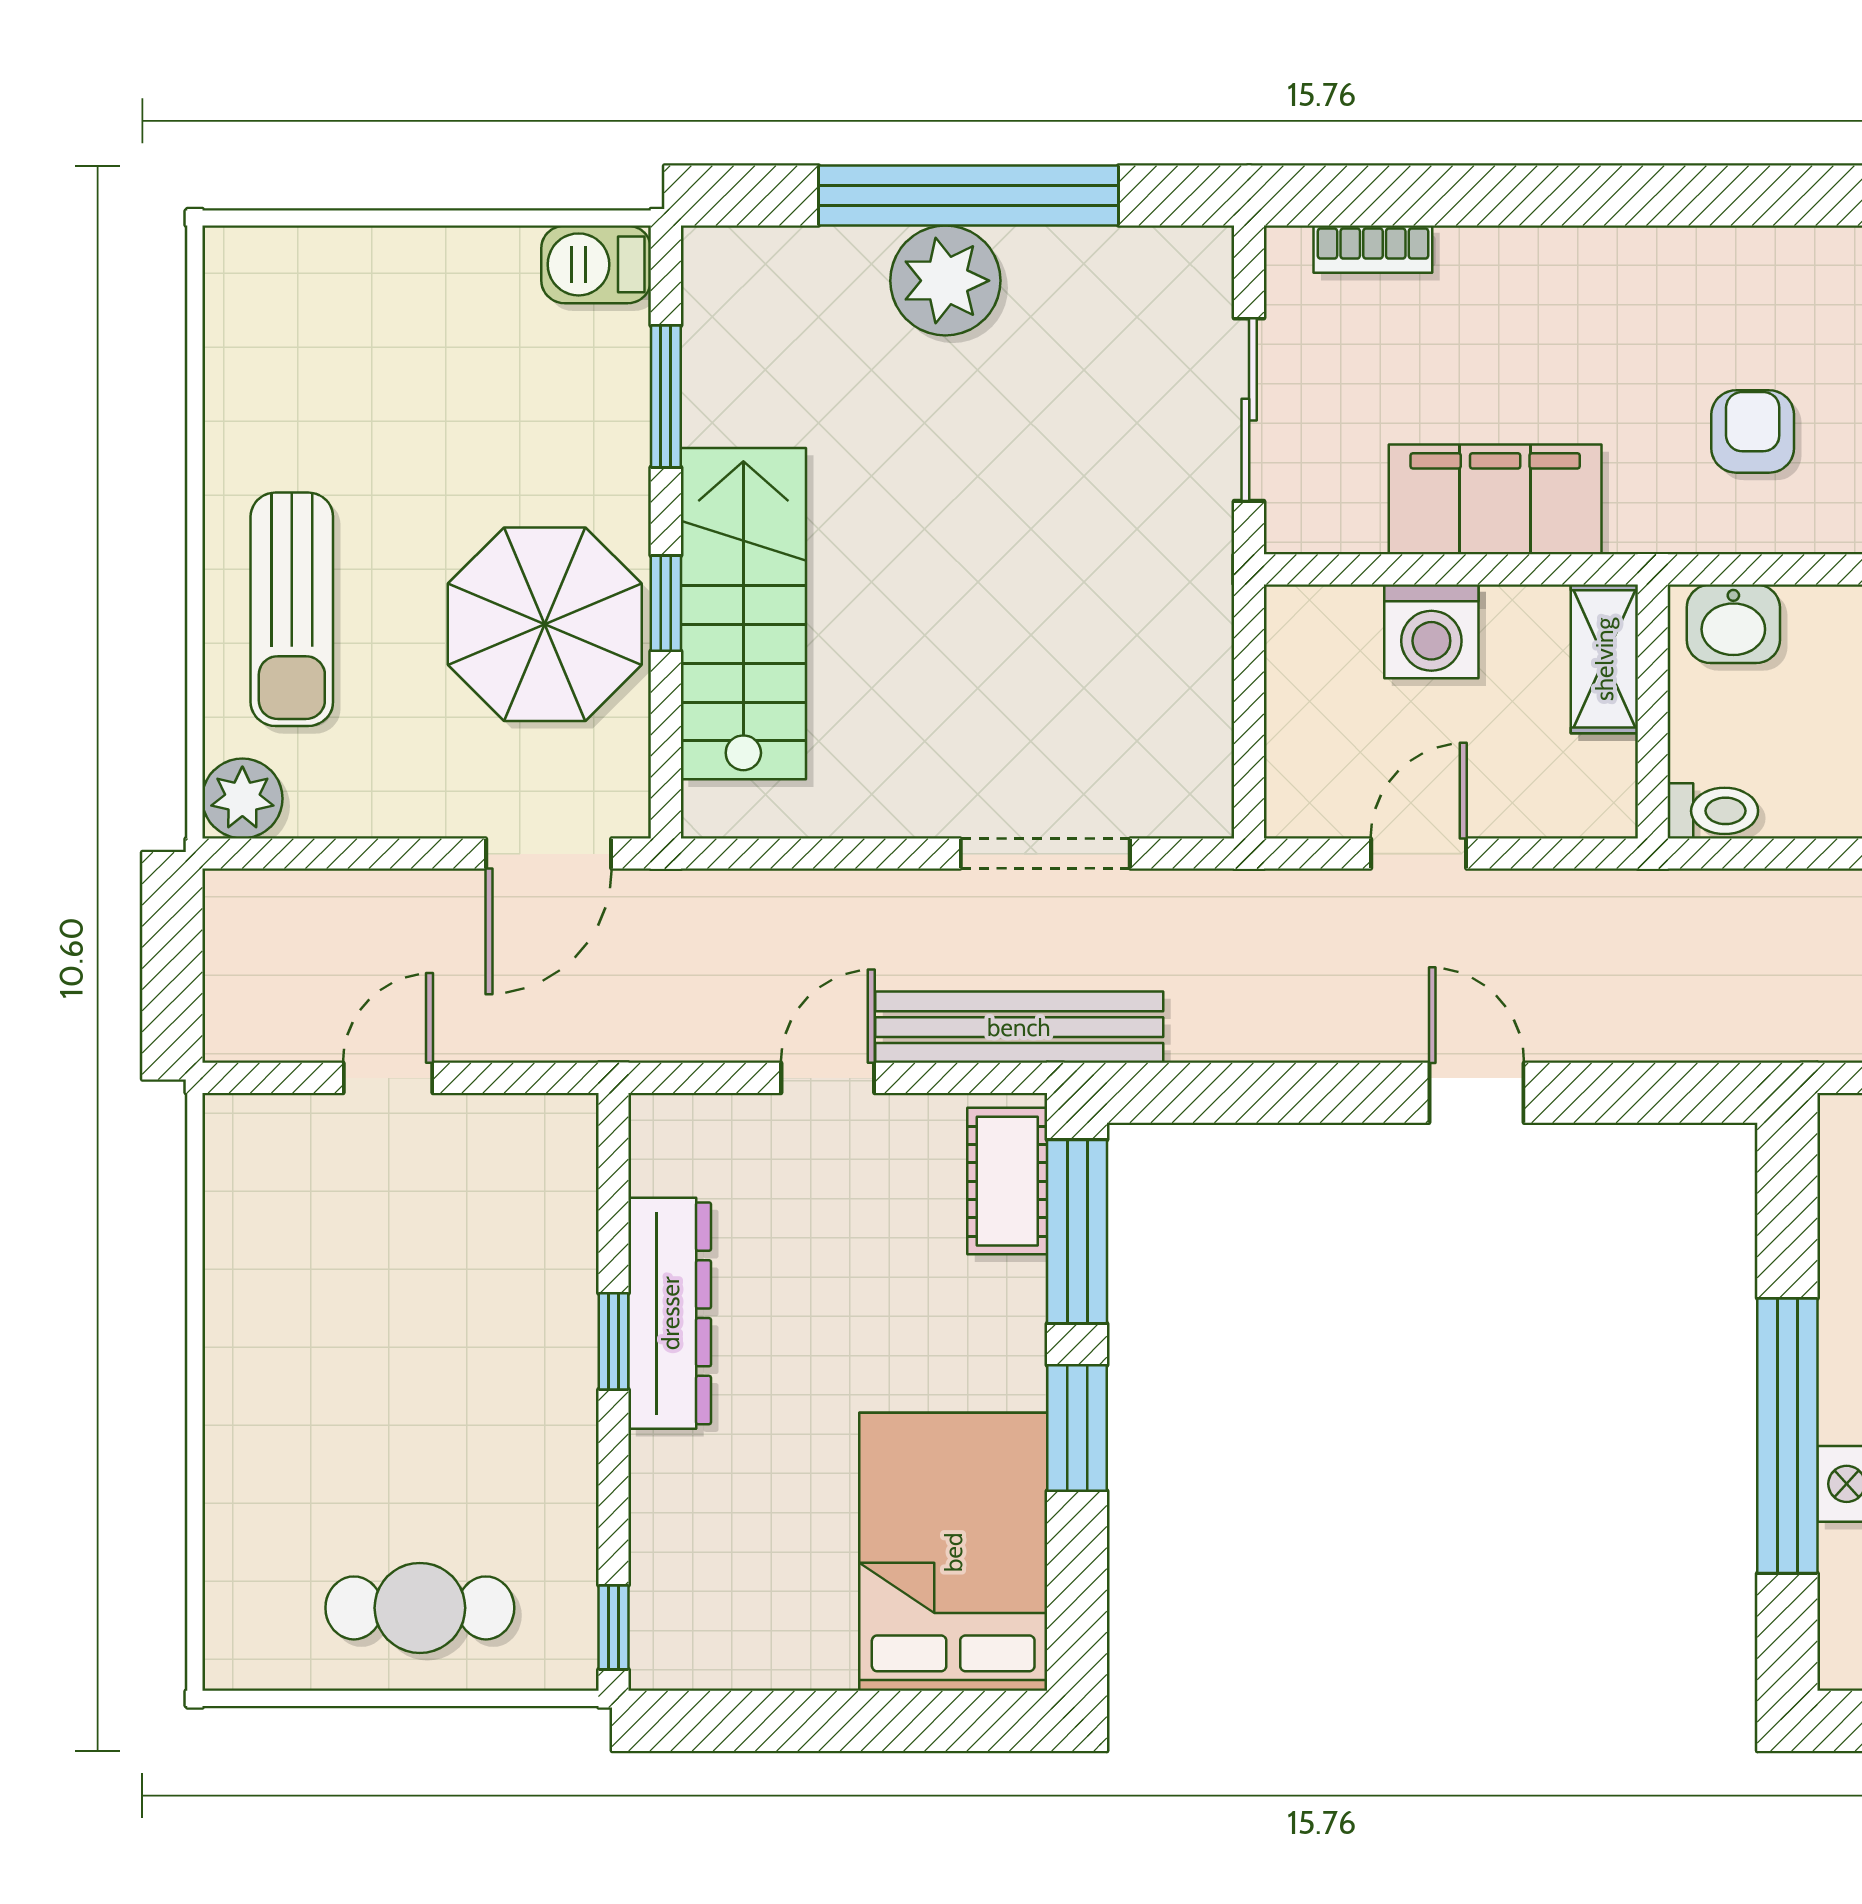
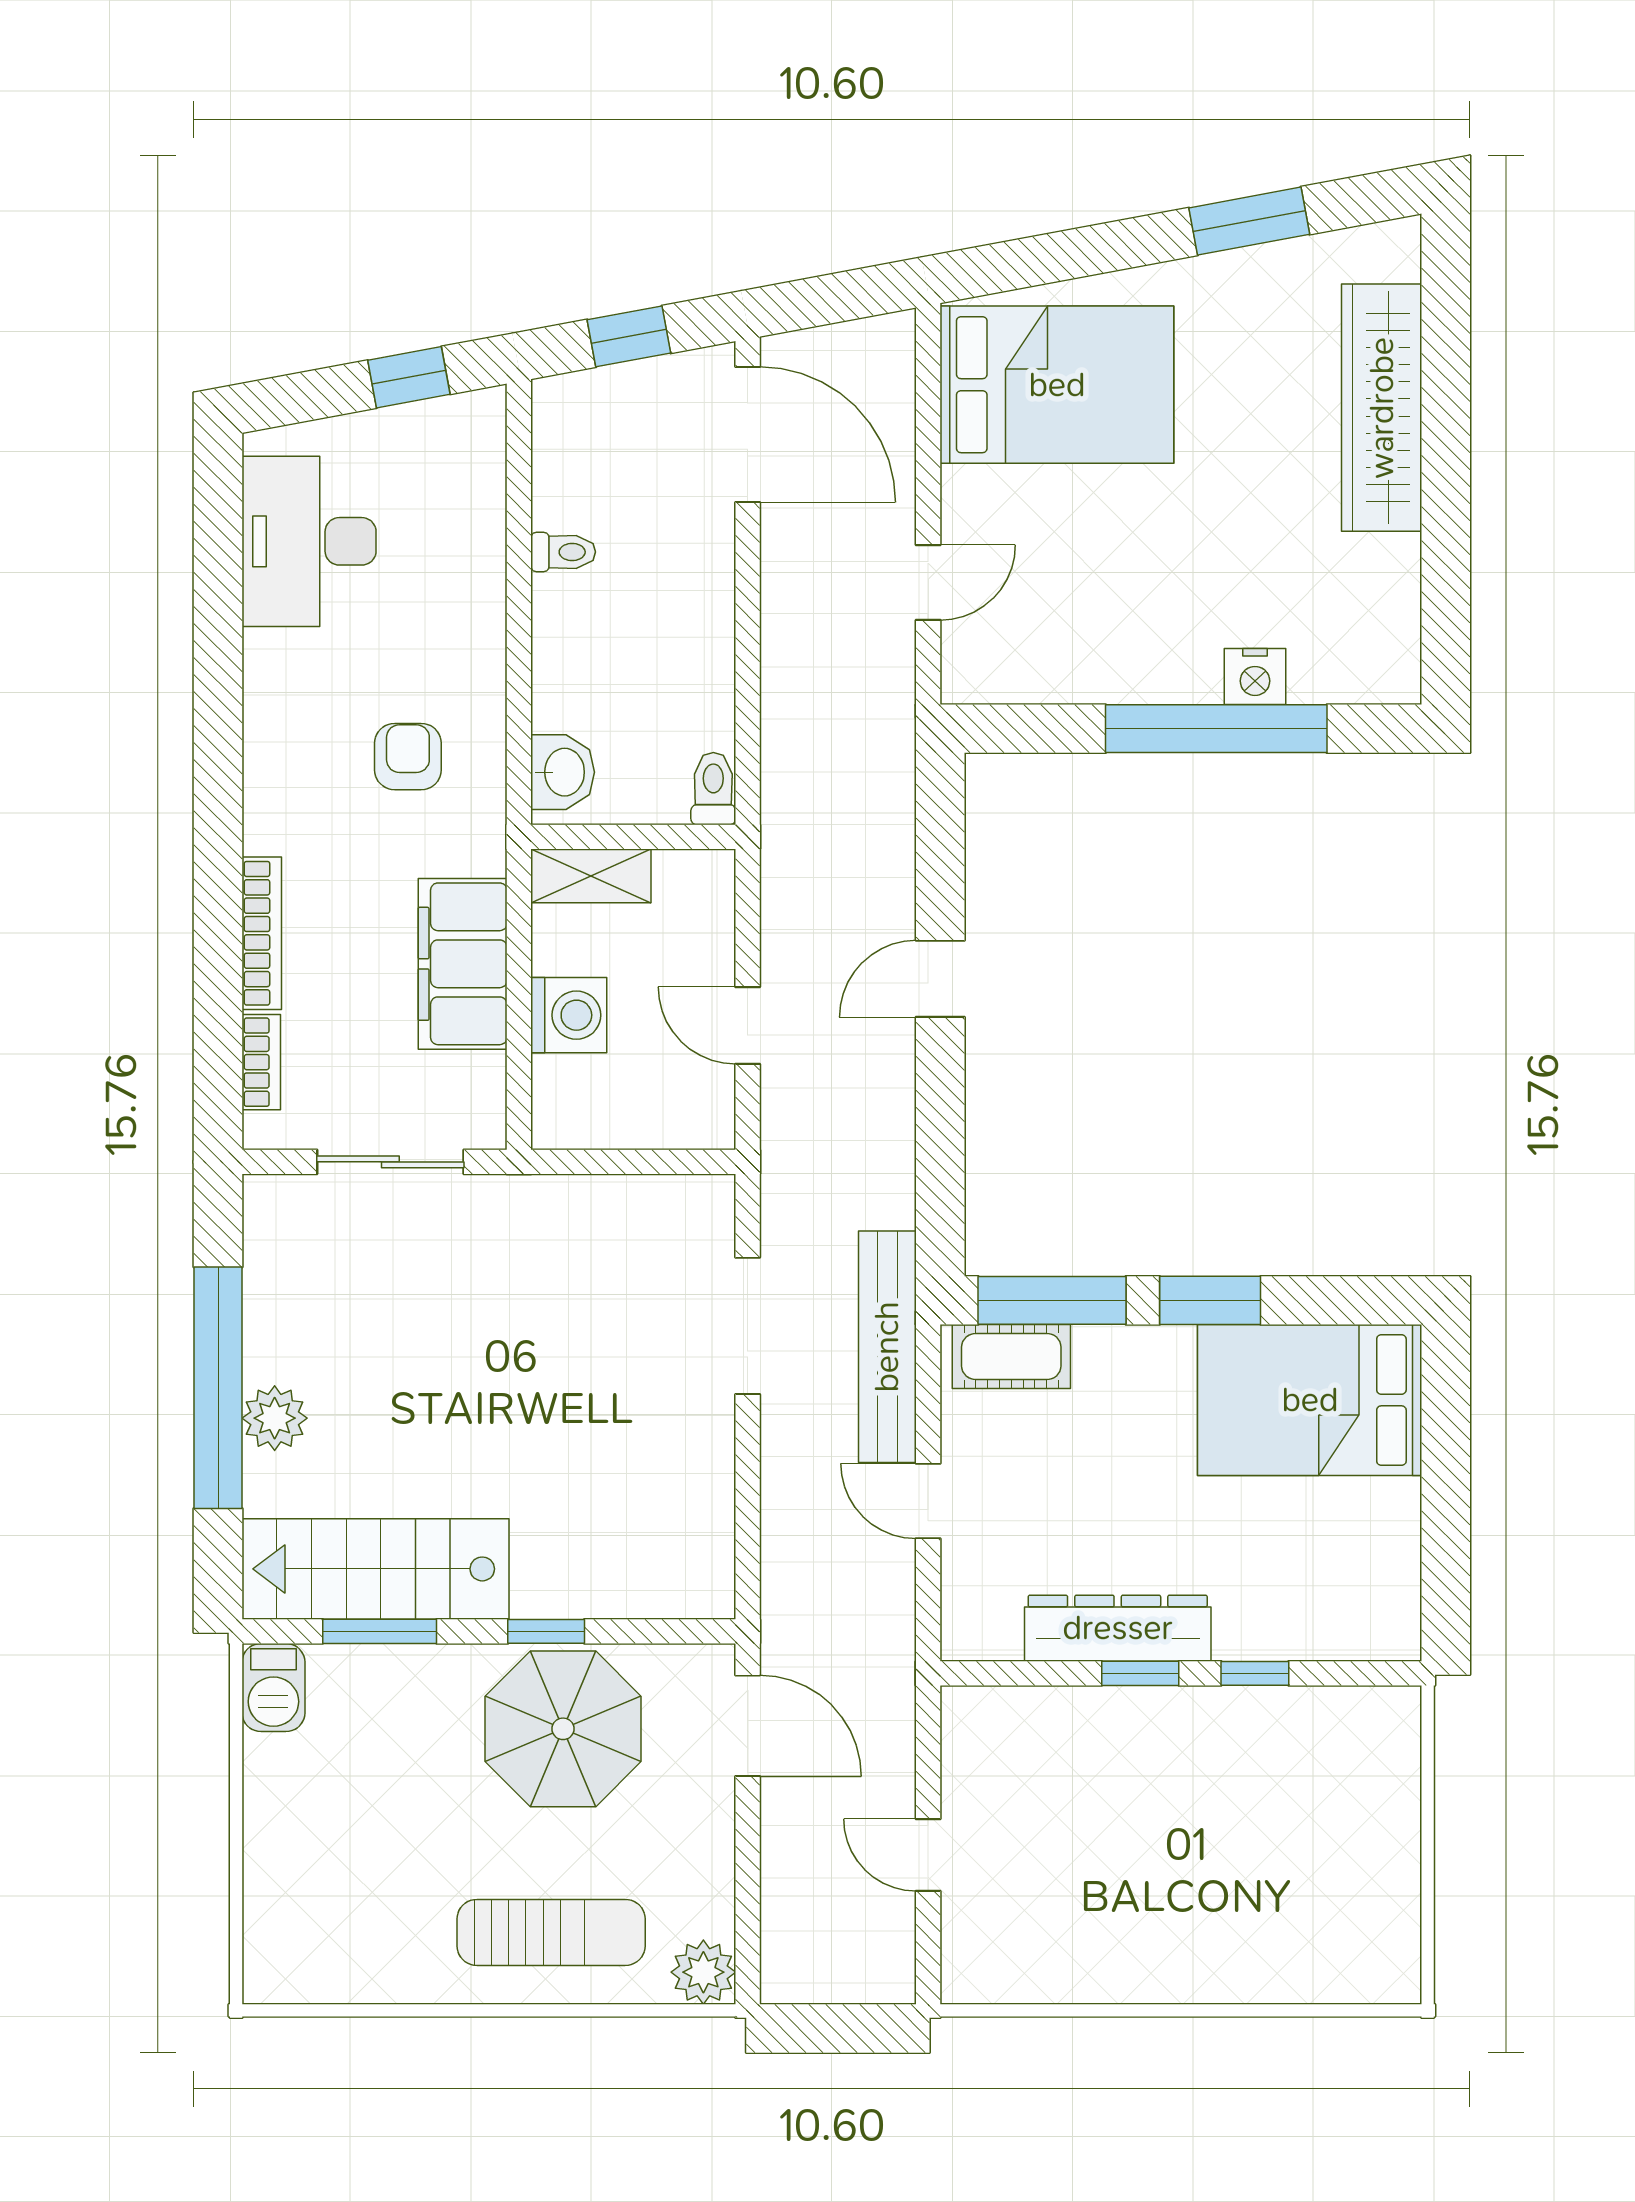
bookcase: (1533, 250) -> (262, 933), added
plant: (945, 281) -> (275, 1418), width x0.73, depth x0.73
armchair: (1753, 431) -> (408, 757), turned 90
stairs: (743, 614) -> (376, 1569), moved
cafe table: (420, 1608) -> (1355, 1829), removed
window: (614, 1627) -> (1255, 1673), moved

